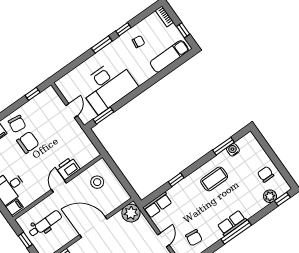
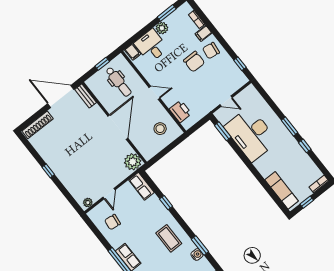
chair: (138, 42) -> (294, 161), removed
printer: (68, 168) -> (180, 111), moved
door: (163, 240) -> (109, 194), hinge flipped

